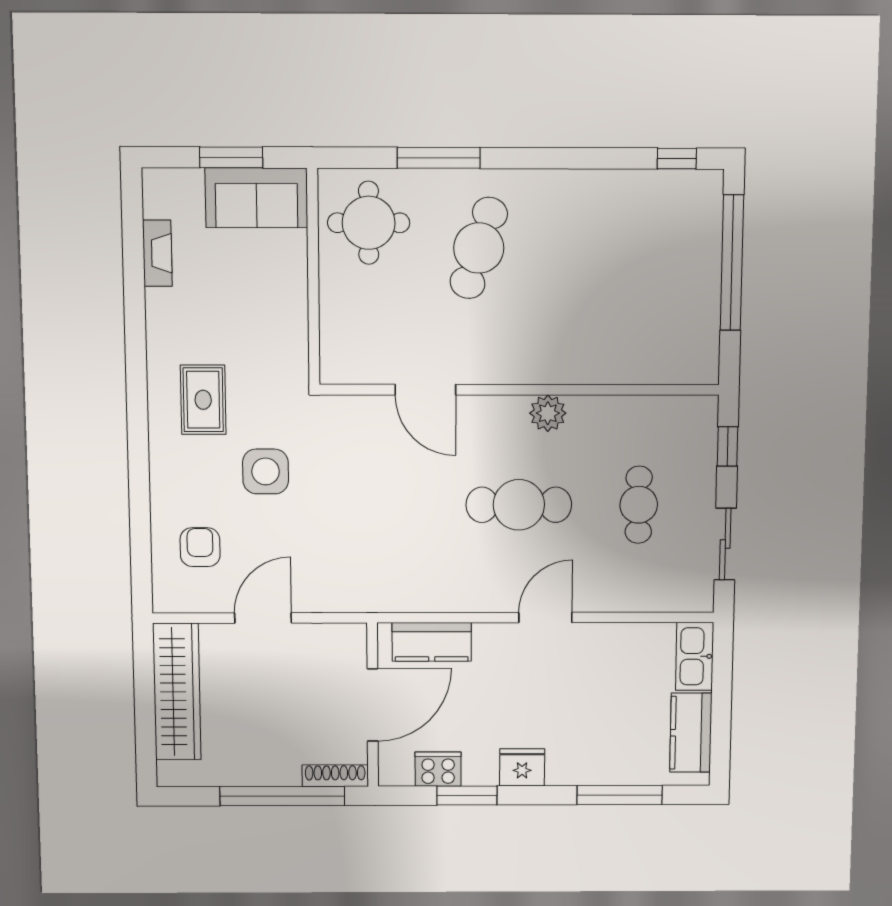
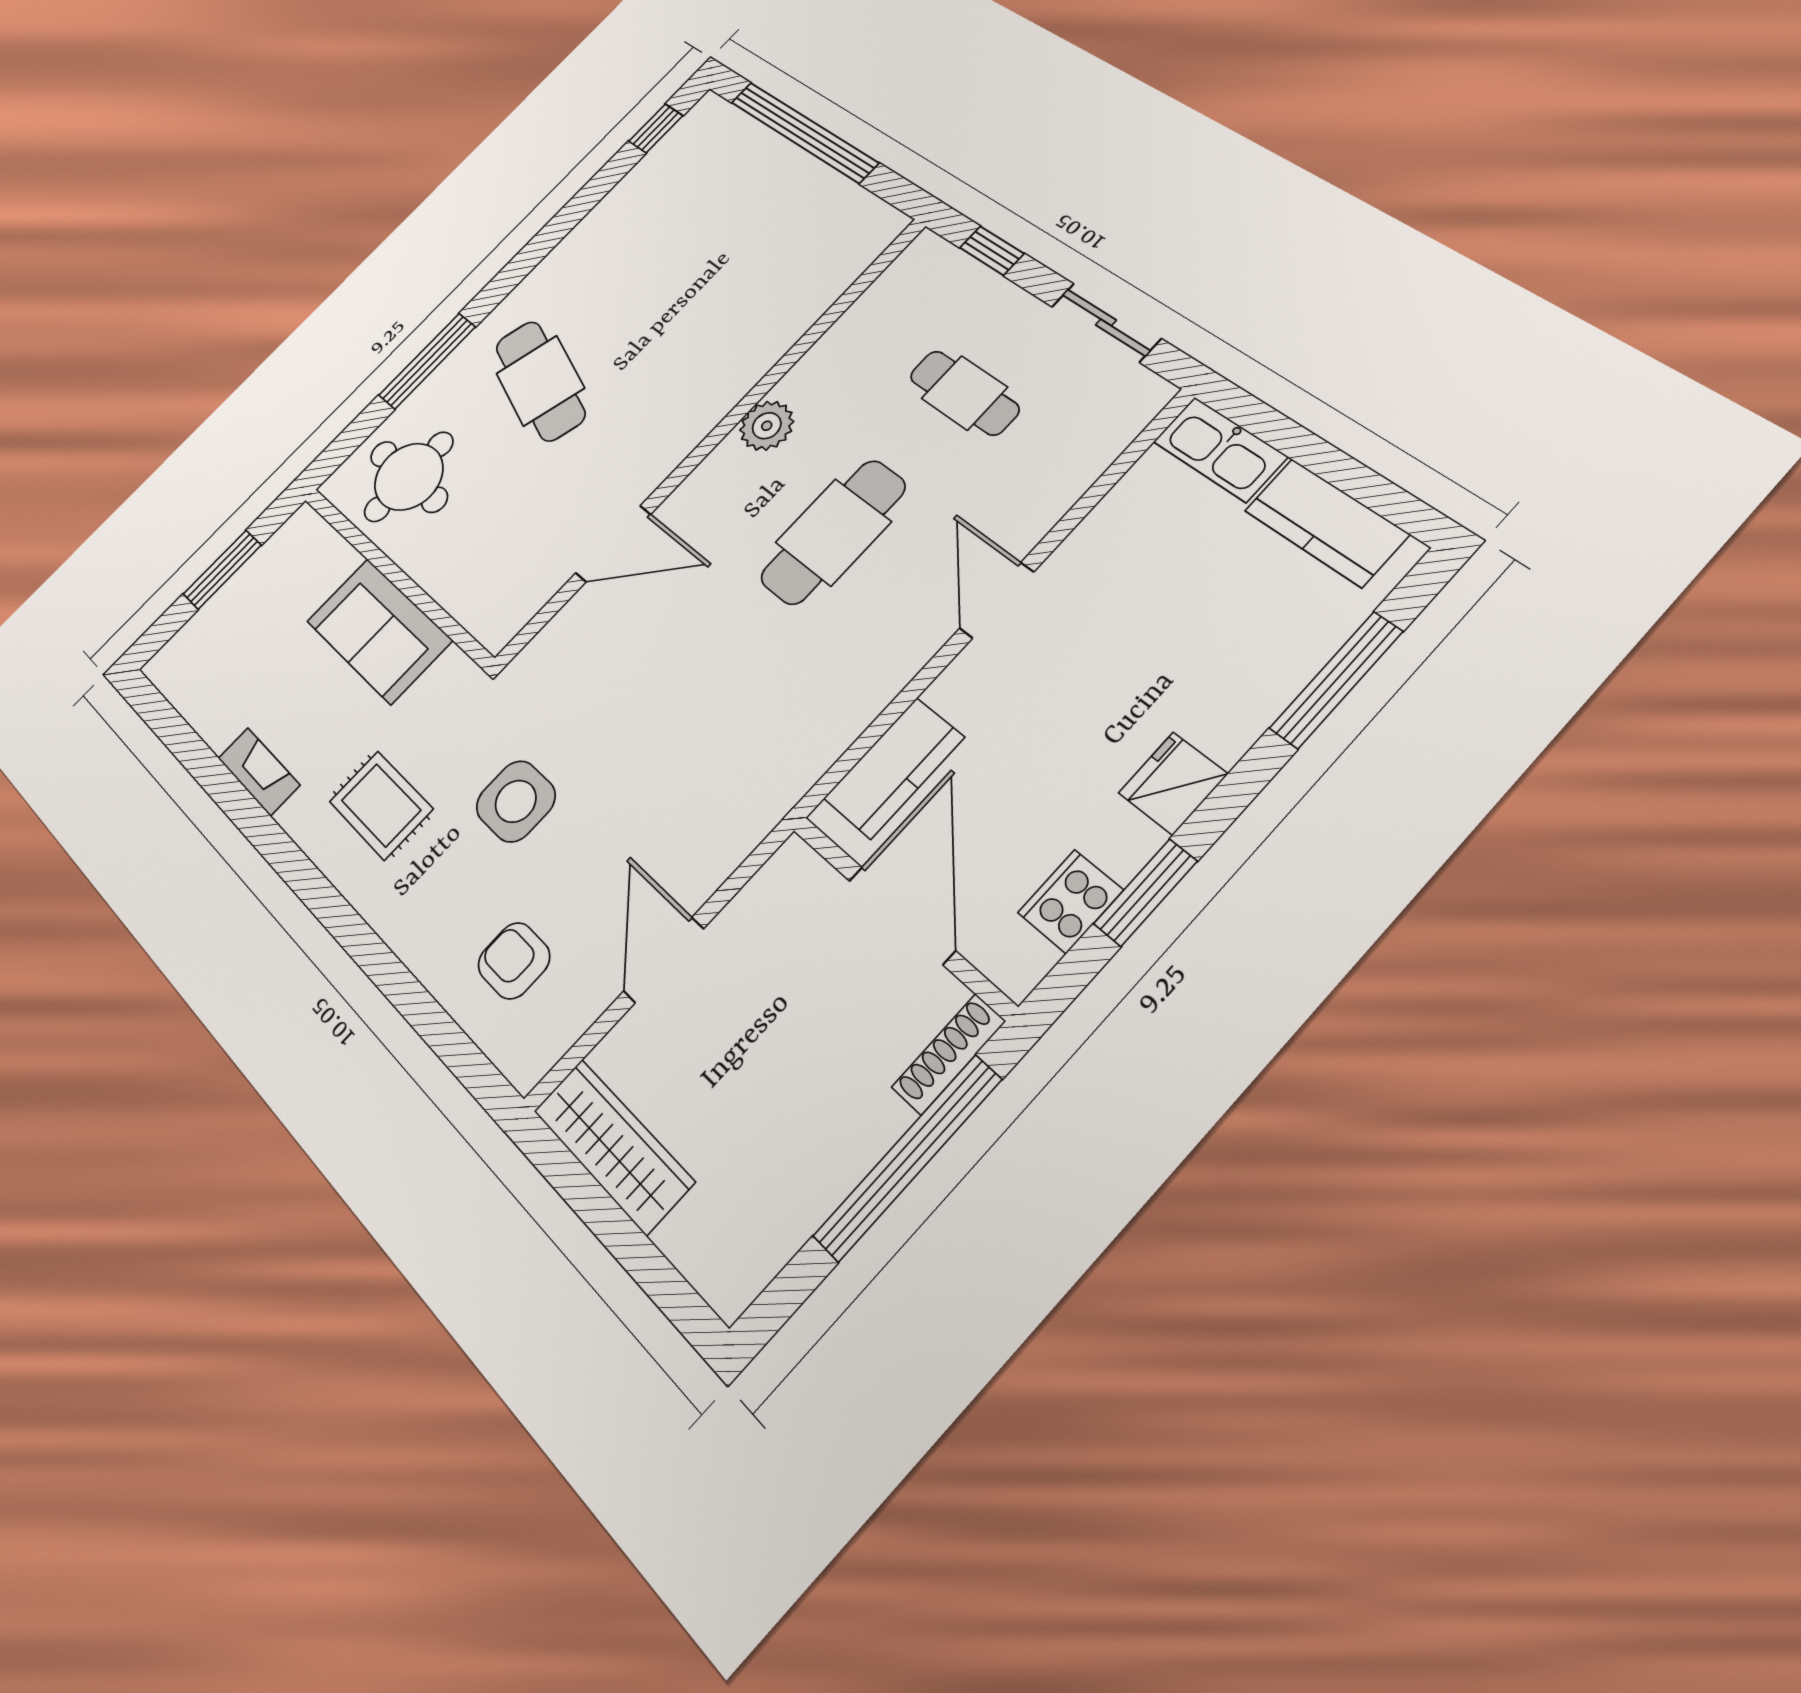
sofa: (256, 198) -> (379, 631), moved, turned 90
fireplace: (157, 253) -> (259, 772), moved
wardrobe: (177, 692) -> (613, 1146), width x0.71, depth x0.85

